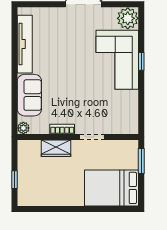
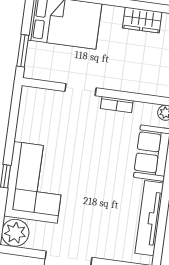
wardrobe: (56, 148) -> (142, 20), moved, turned 180

